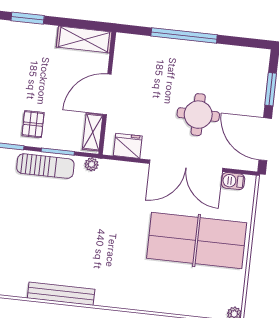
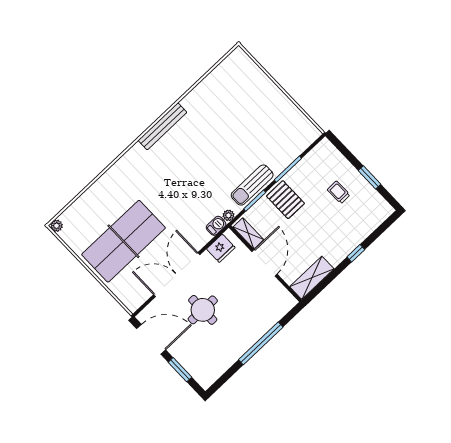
window: (28, 18) -> (356, 253), width x0.67
pallet: (33, 124) -> (285, 200), width x1.50, depth x1.42
barbecue: (233, 181) -> (216, 226), moved

